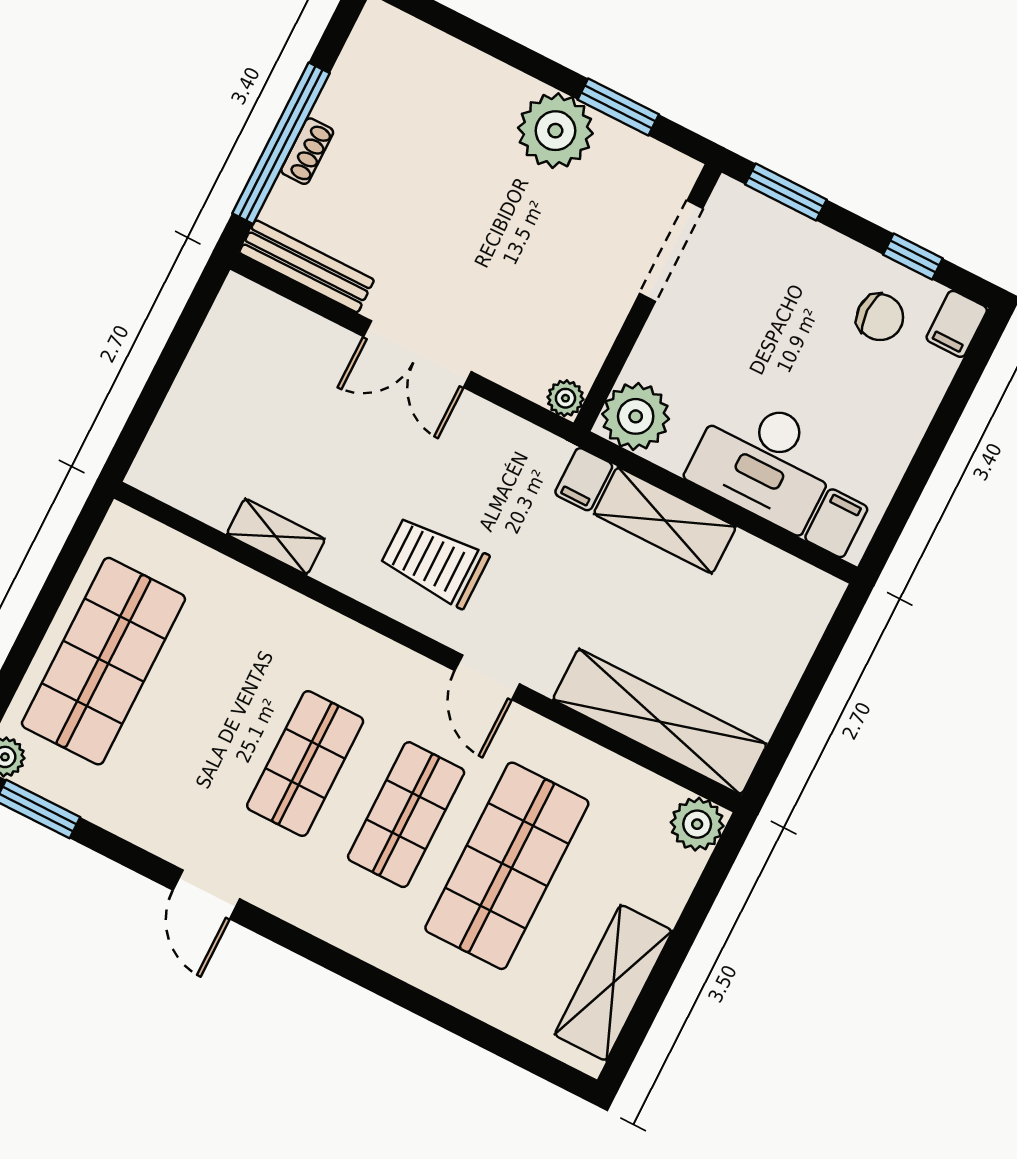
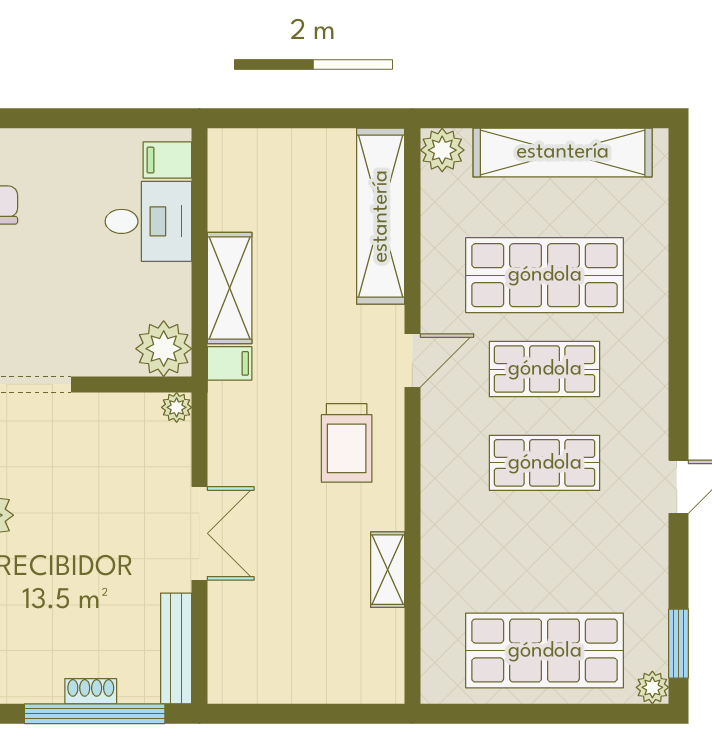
desk: (765, 461) -> (148, 221), width x0.73
shelving: (613, 983) -> (563, 152), width x1.47

